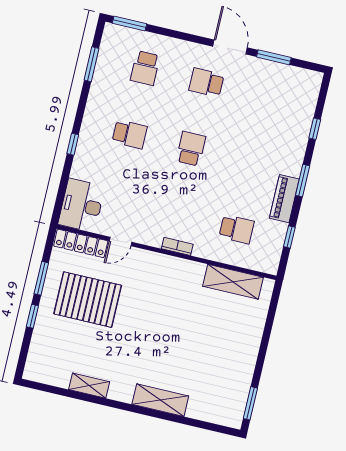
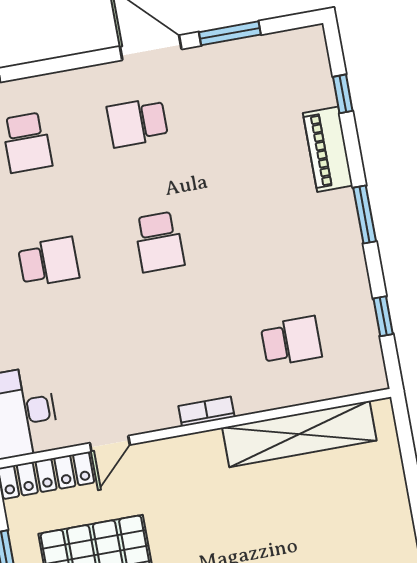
window: (315, 129) -> (343, 94), moved
school desk: (191, 149) -> (159, 242), turned 180
piano: (284, 199) -> (328, 149), moved
shelving: (233, 282) -> (299, 434), width x1.47

